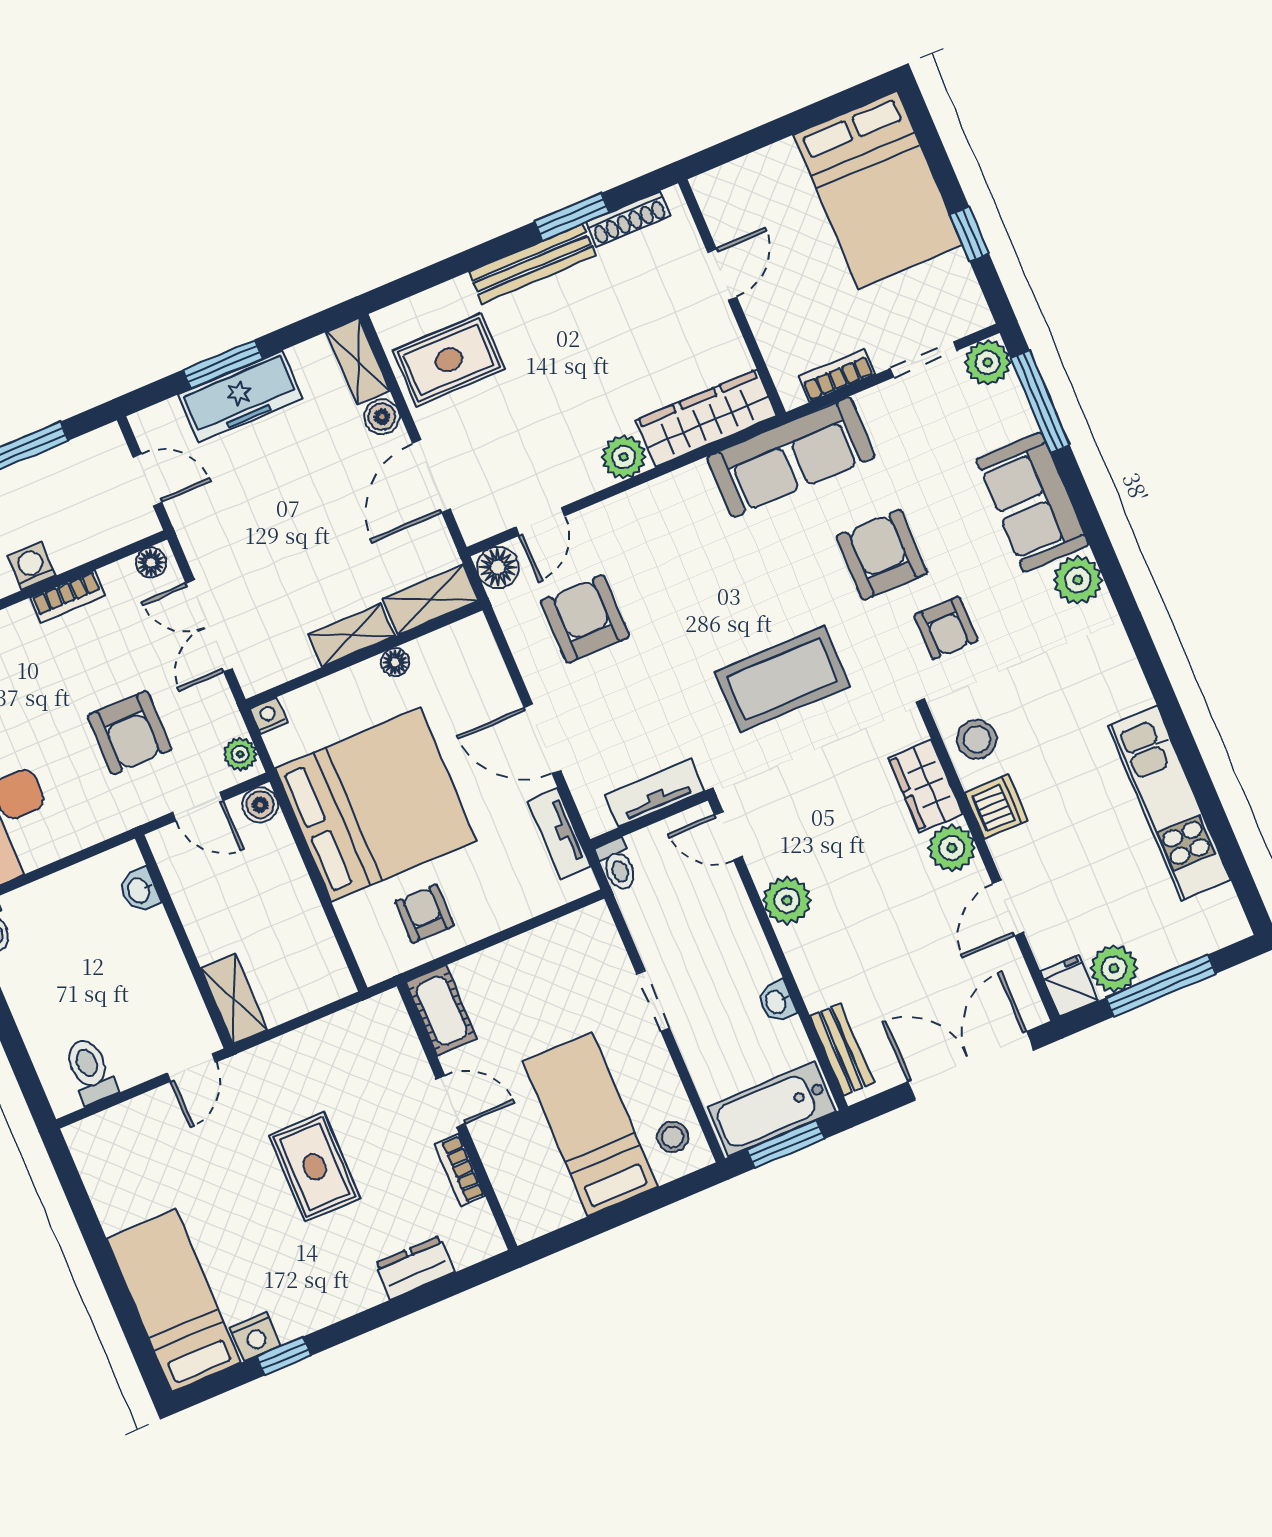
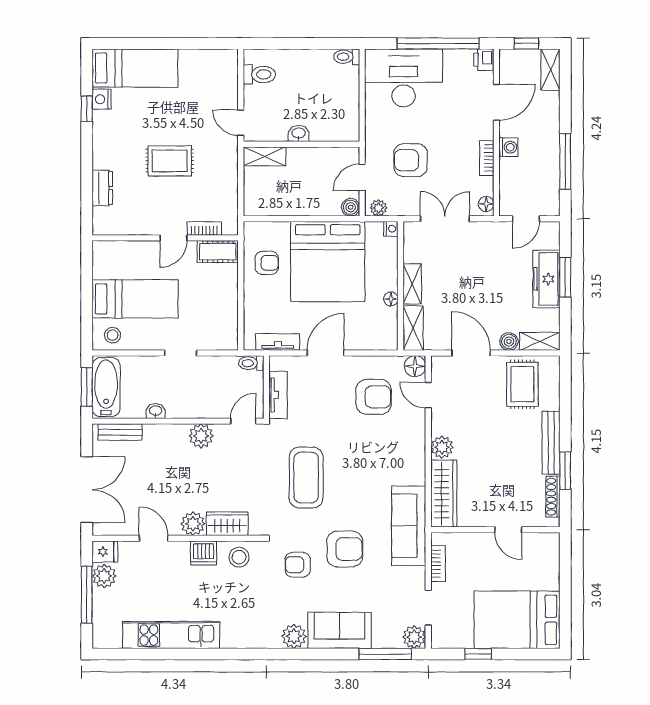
washbasin: (139, 890) -> (299, 133), moved
bookcase: (460, 1170) -> (204, 229), moved

